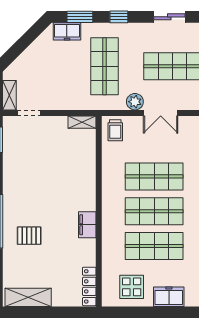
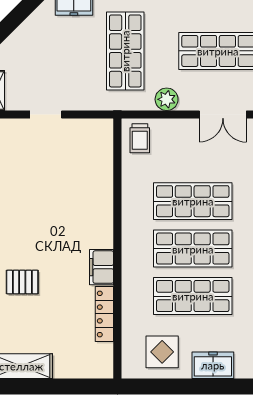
doorway: (29, 113) -> (46, 115), moved
double door: (161, 113) -> (223, 115), moved
shelving: (82, 122) -> (94, 127), removed
locker: (89, 286) -> (104, 314), moved

